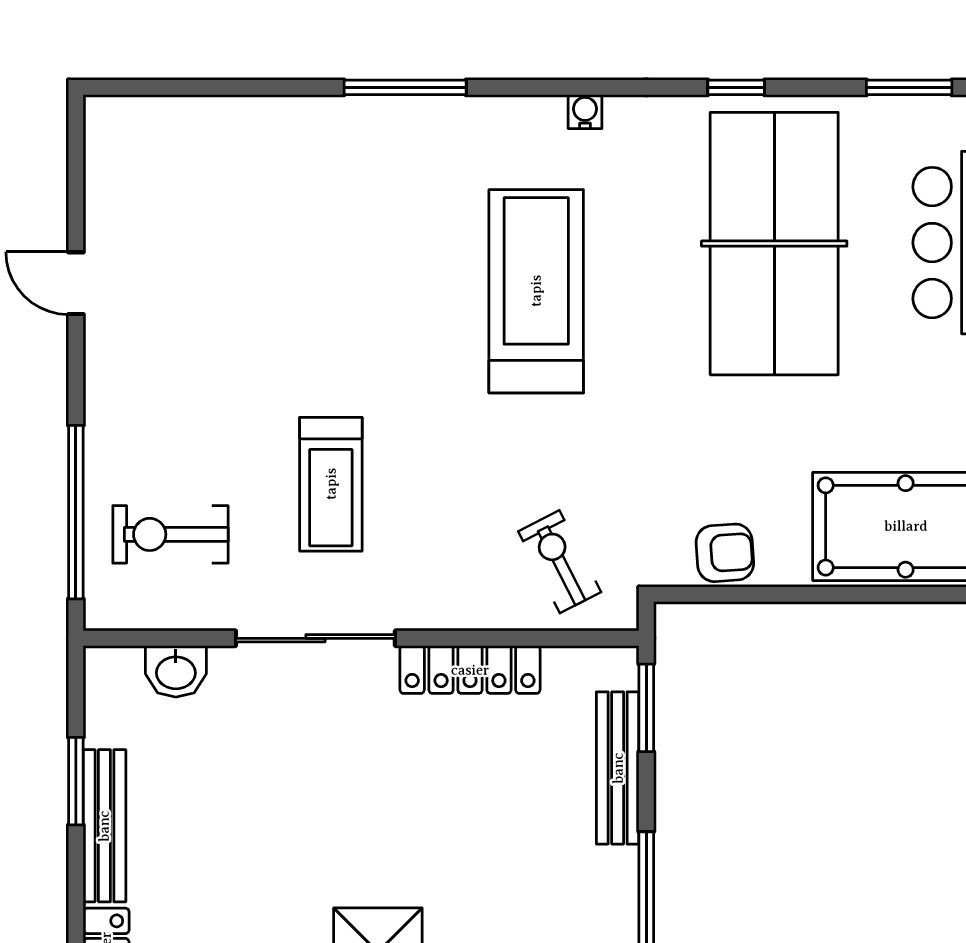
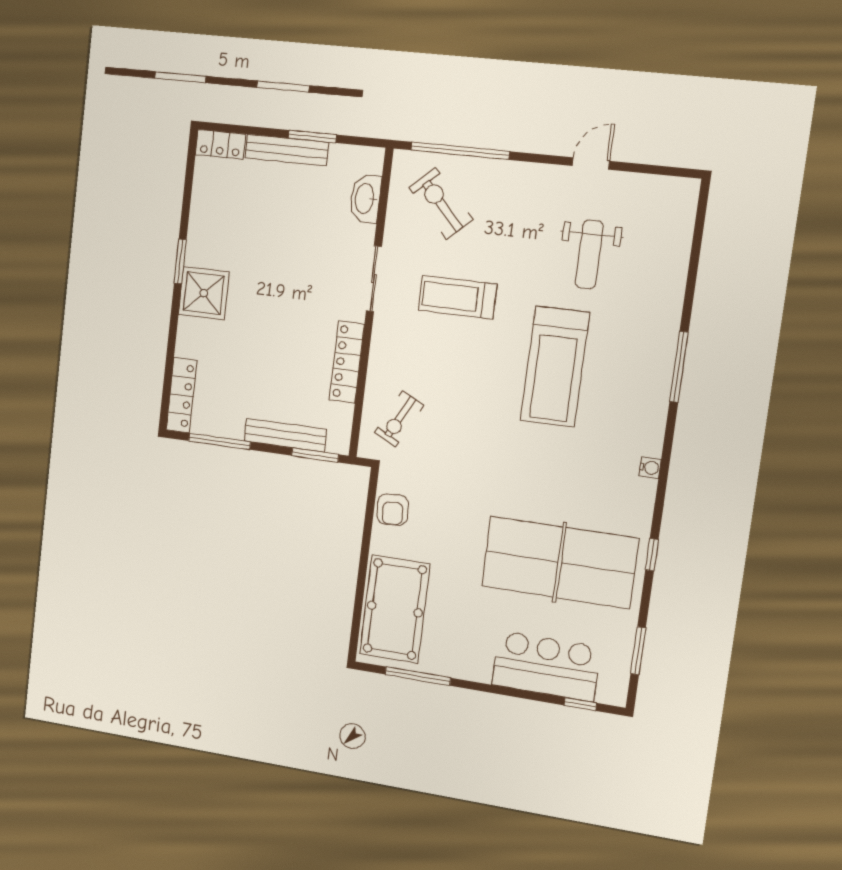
weight bench: (231, 265) -> (589, 254), added
treadmill: (536, 291) -> (555, 367), moved, turned 90
exercise bike: (170, 534) -> (441, 203), turned -43
exercise bike: (560, 562) -> (399, 419), turned 144
sliding door: (315, 638) -> (374, 279), width x0.73
washbasin: (176, 671) -> (365, 199), width x1.38

